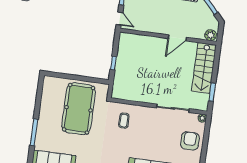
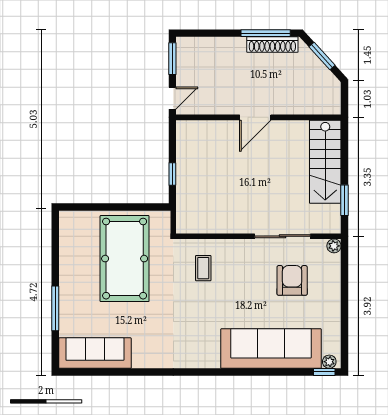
door: (119, 18) -> (172, 98), hinge flipped
plant: (211, 35) -> (329, 105), removed
door: (177, 38) -> (255, 117), moved
armchair: (190, 141) -> (292, 280), moved

